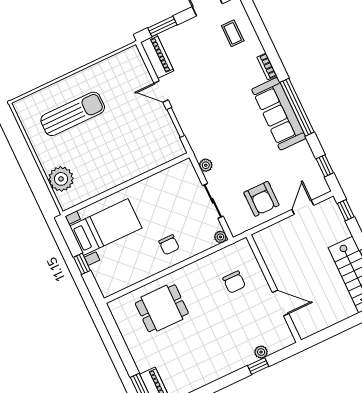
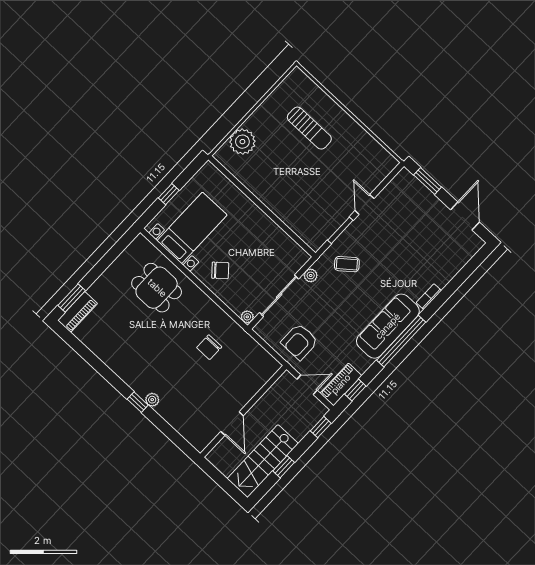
coffee table: (233, 33) -> (347, 264), moved, turned 51
piano: (157, 56) -> (341, 384), moved, turned 180
sun lounger: (73, 114) -> (309, 128), width x0.73, depth x0.75
sliding door: (213, 201) -> (279, 296), width x1.37
bed with nightstands: (106, 227) -> (192, 228), moved, turned -90
chair: (169, 245) -> (220, 270), turned -131
wall: (274, 289) -> (243, 411), moved
door: (281, 303) -> (232, 424), moved

